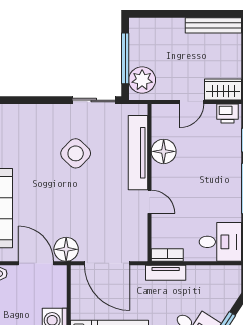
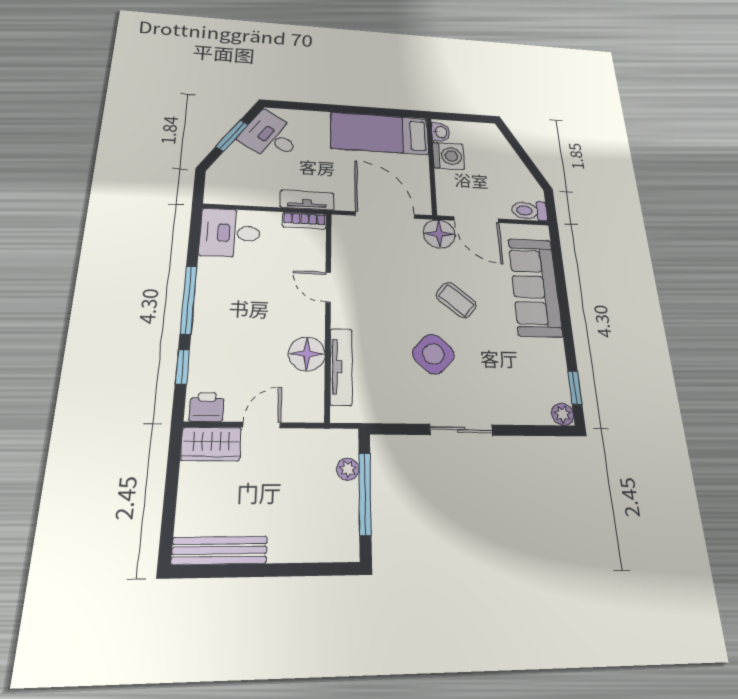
plant: (142, 80) -> (348, 469), width x0.53, depth x0.53
sliding door: (94, 100) -> (461, 430), moved
tv unit: (138, 153) -> (341, 367), width x0.73, depth x0.78
coffee table: (56, 195) -> (456, 300), added

